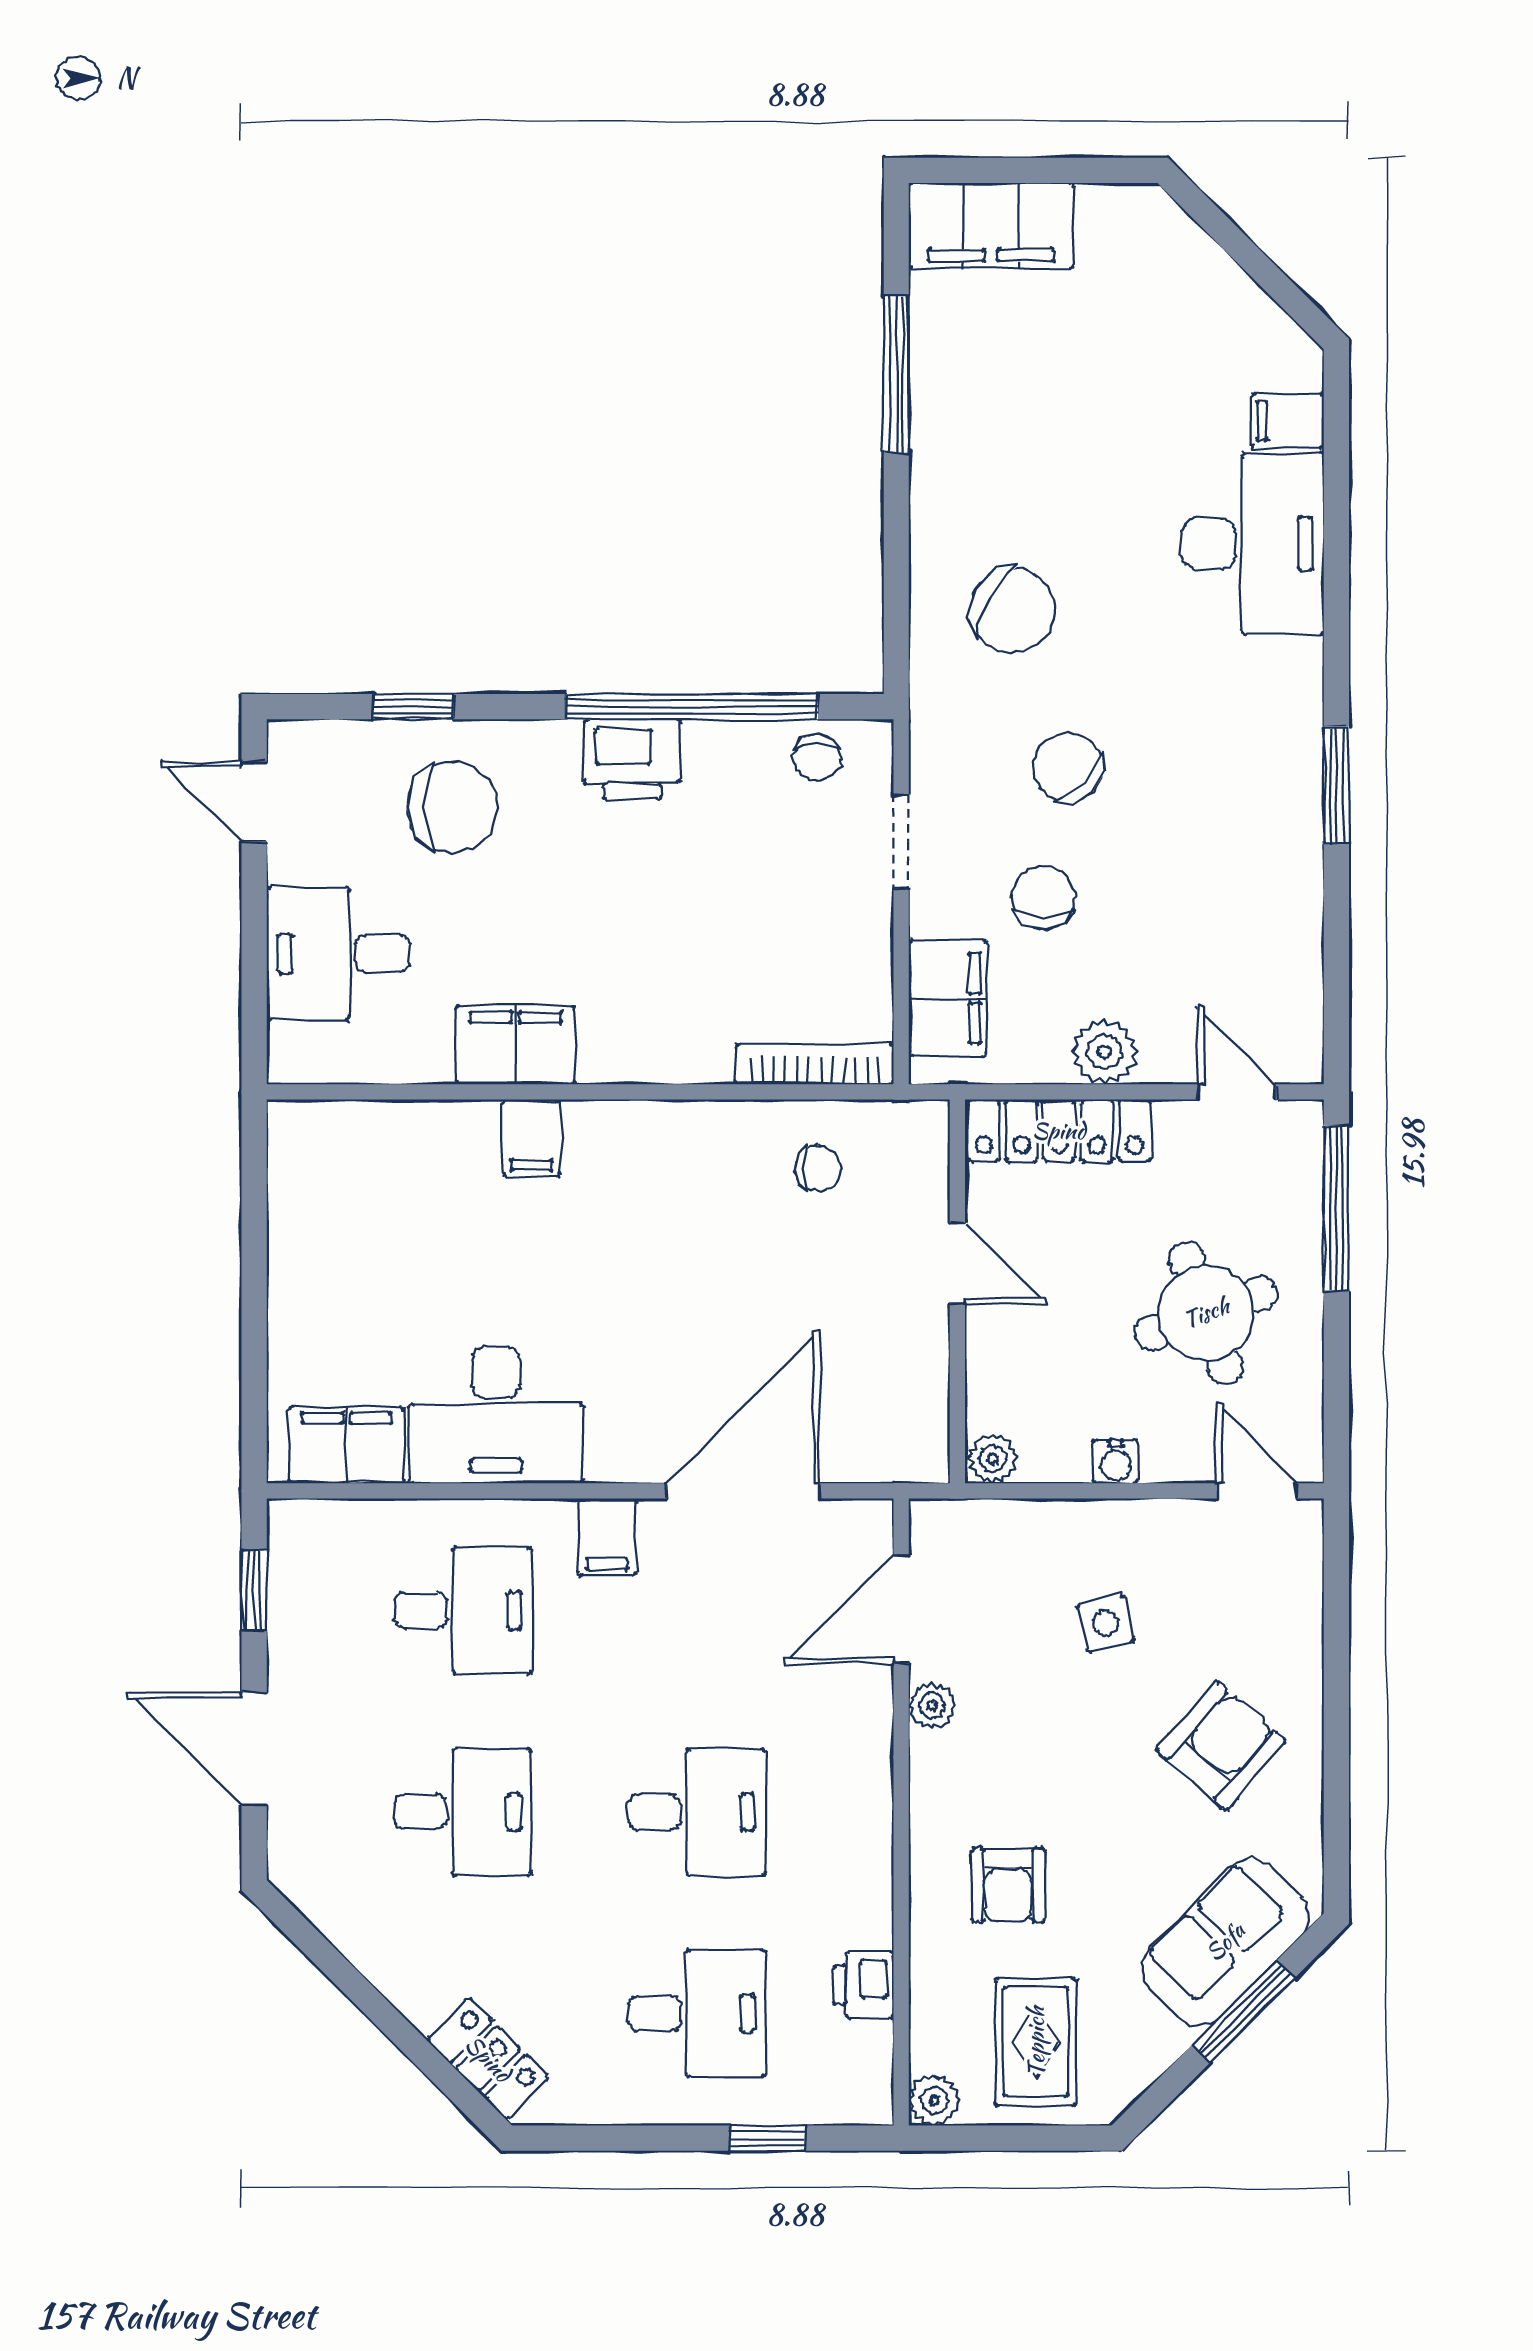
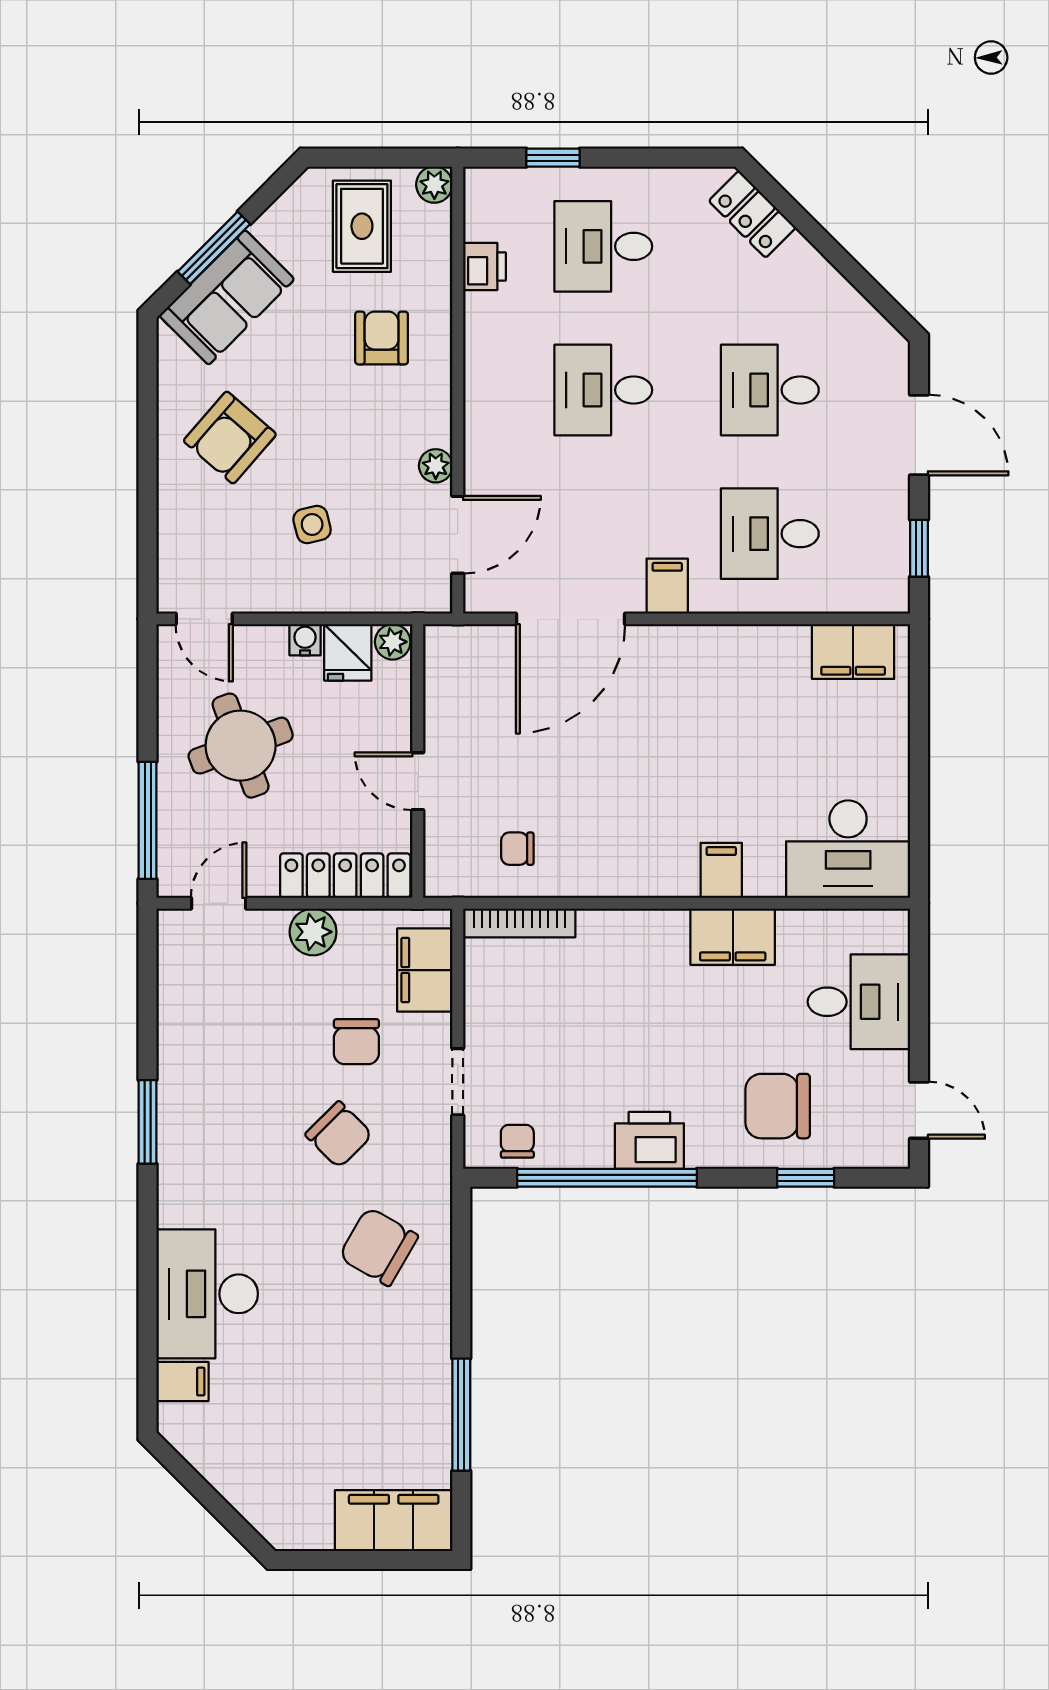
door: (1237, 1092) -> (219, 903), swing flipped
desk: (496, 1415) -> (848, 849), moved, turned 180
fridge: (1056, 1444) -> (348, 652), added

